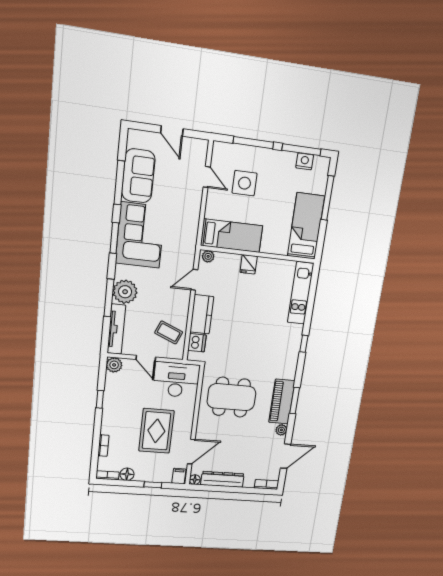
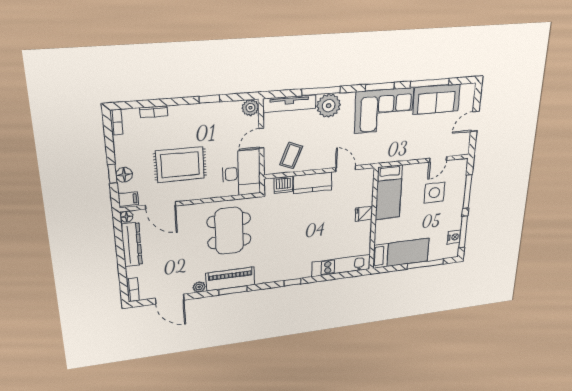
plant: (208, 256) -> (369, 176), removed
floor lamp: (127, 474) -> (124, 175), moved

